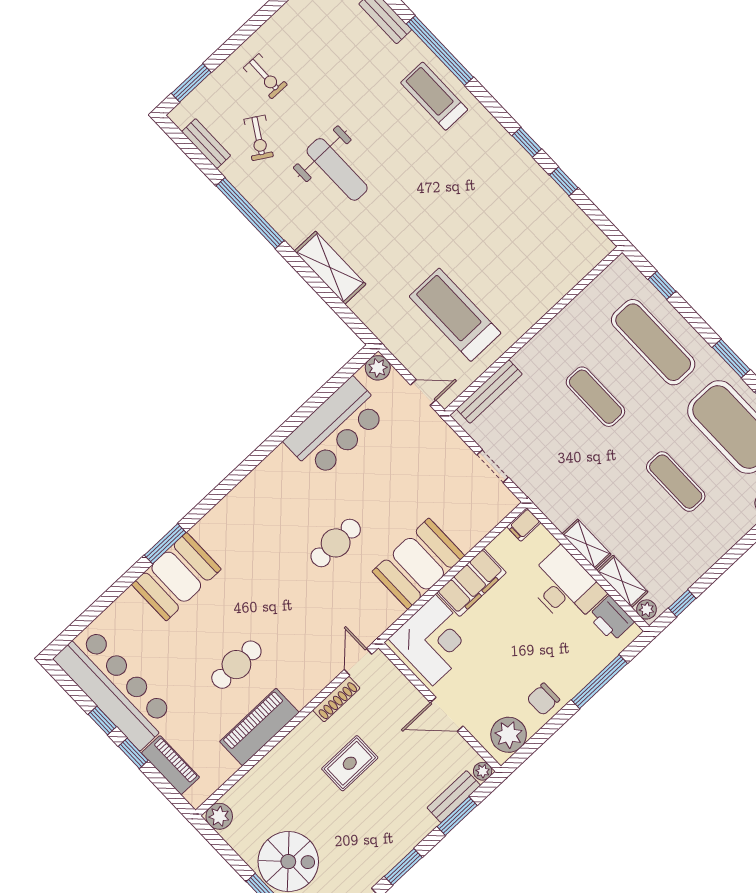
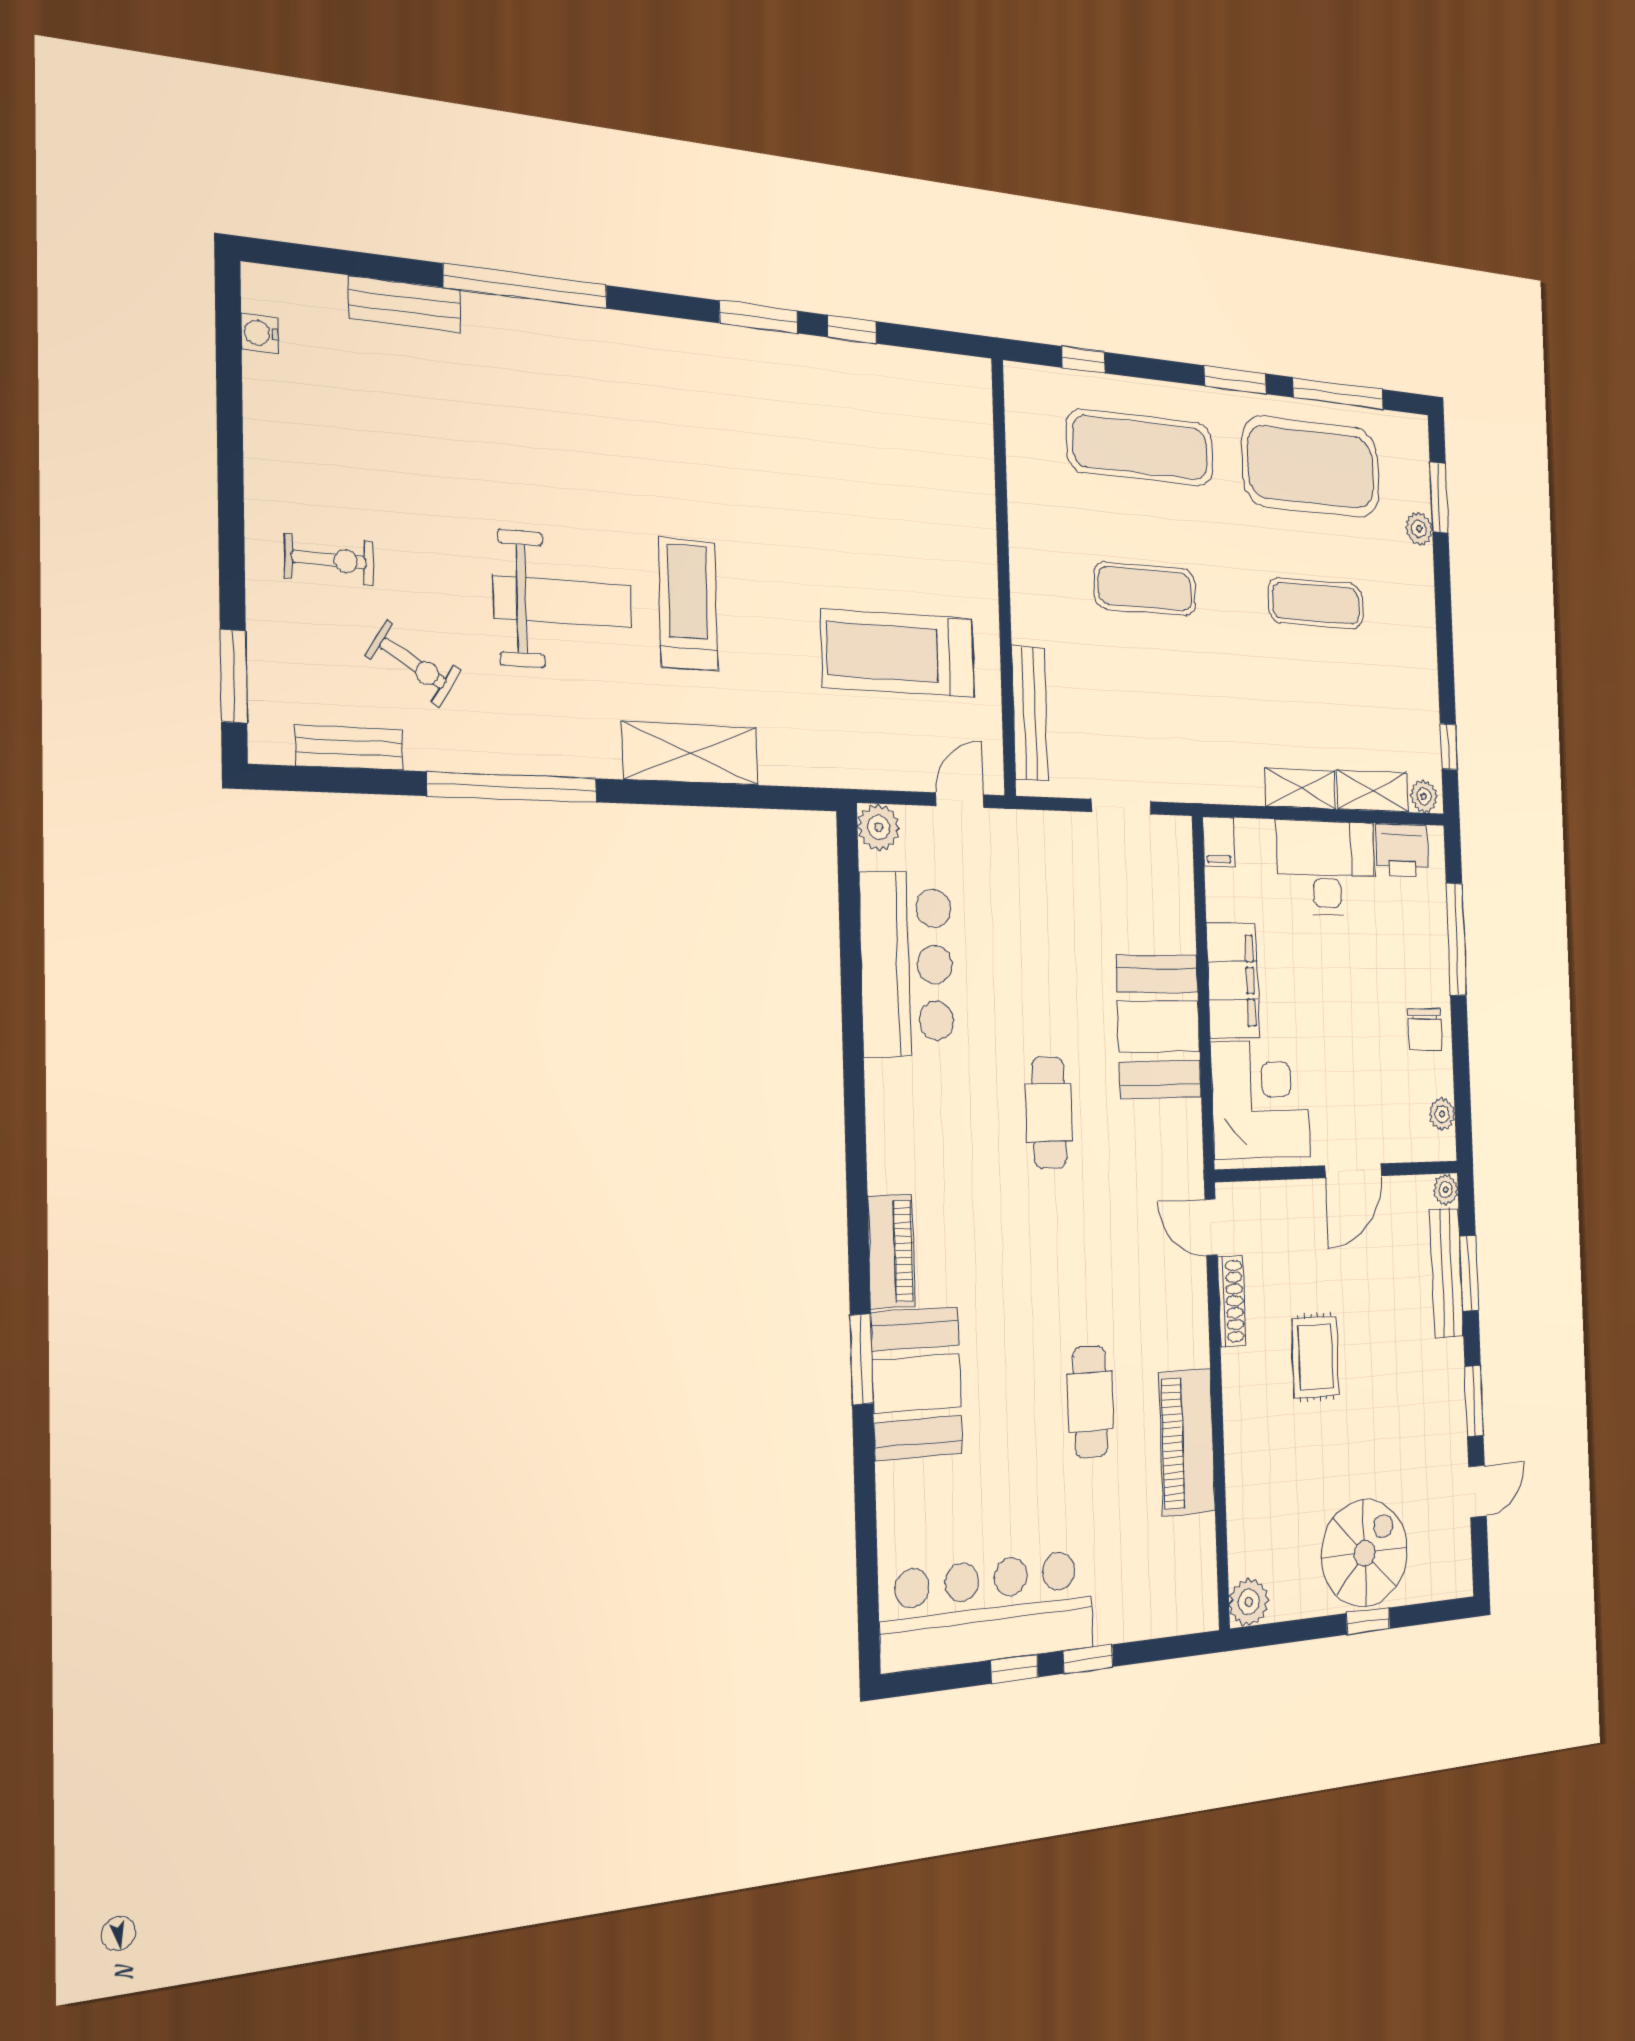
treadmill: (434, 96) -> (688, 604), moved, turned 90
window: (527, 142) -> (759, 317), width x1.50
plant: (509, 735) -> (1442, 1114), width x0.53, depth x0.53
piano: (170, 765) -> (891, 1251), moved, turned 90
bench: (454, 797) -> (1447, 1273), width x1.36

